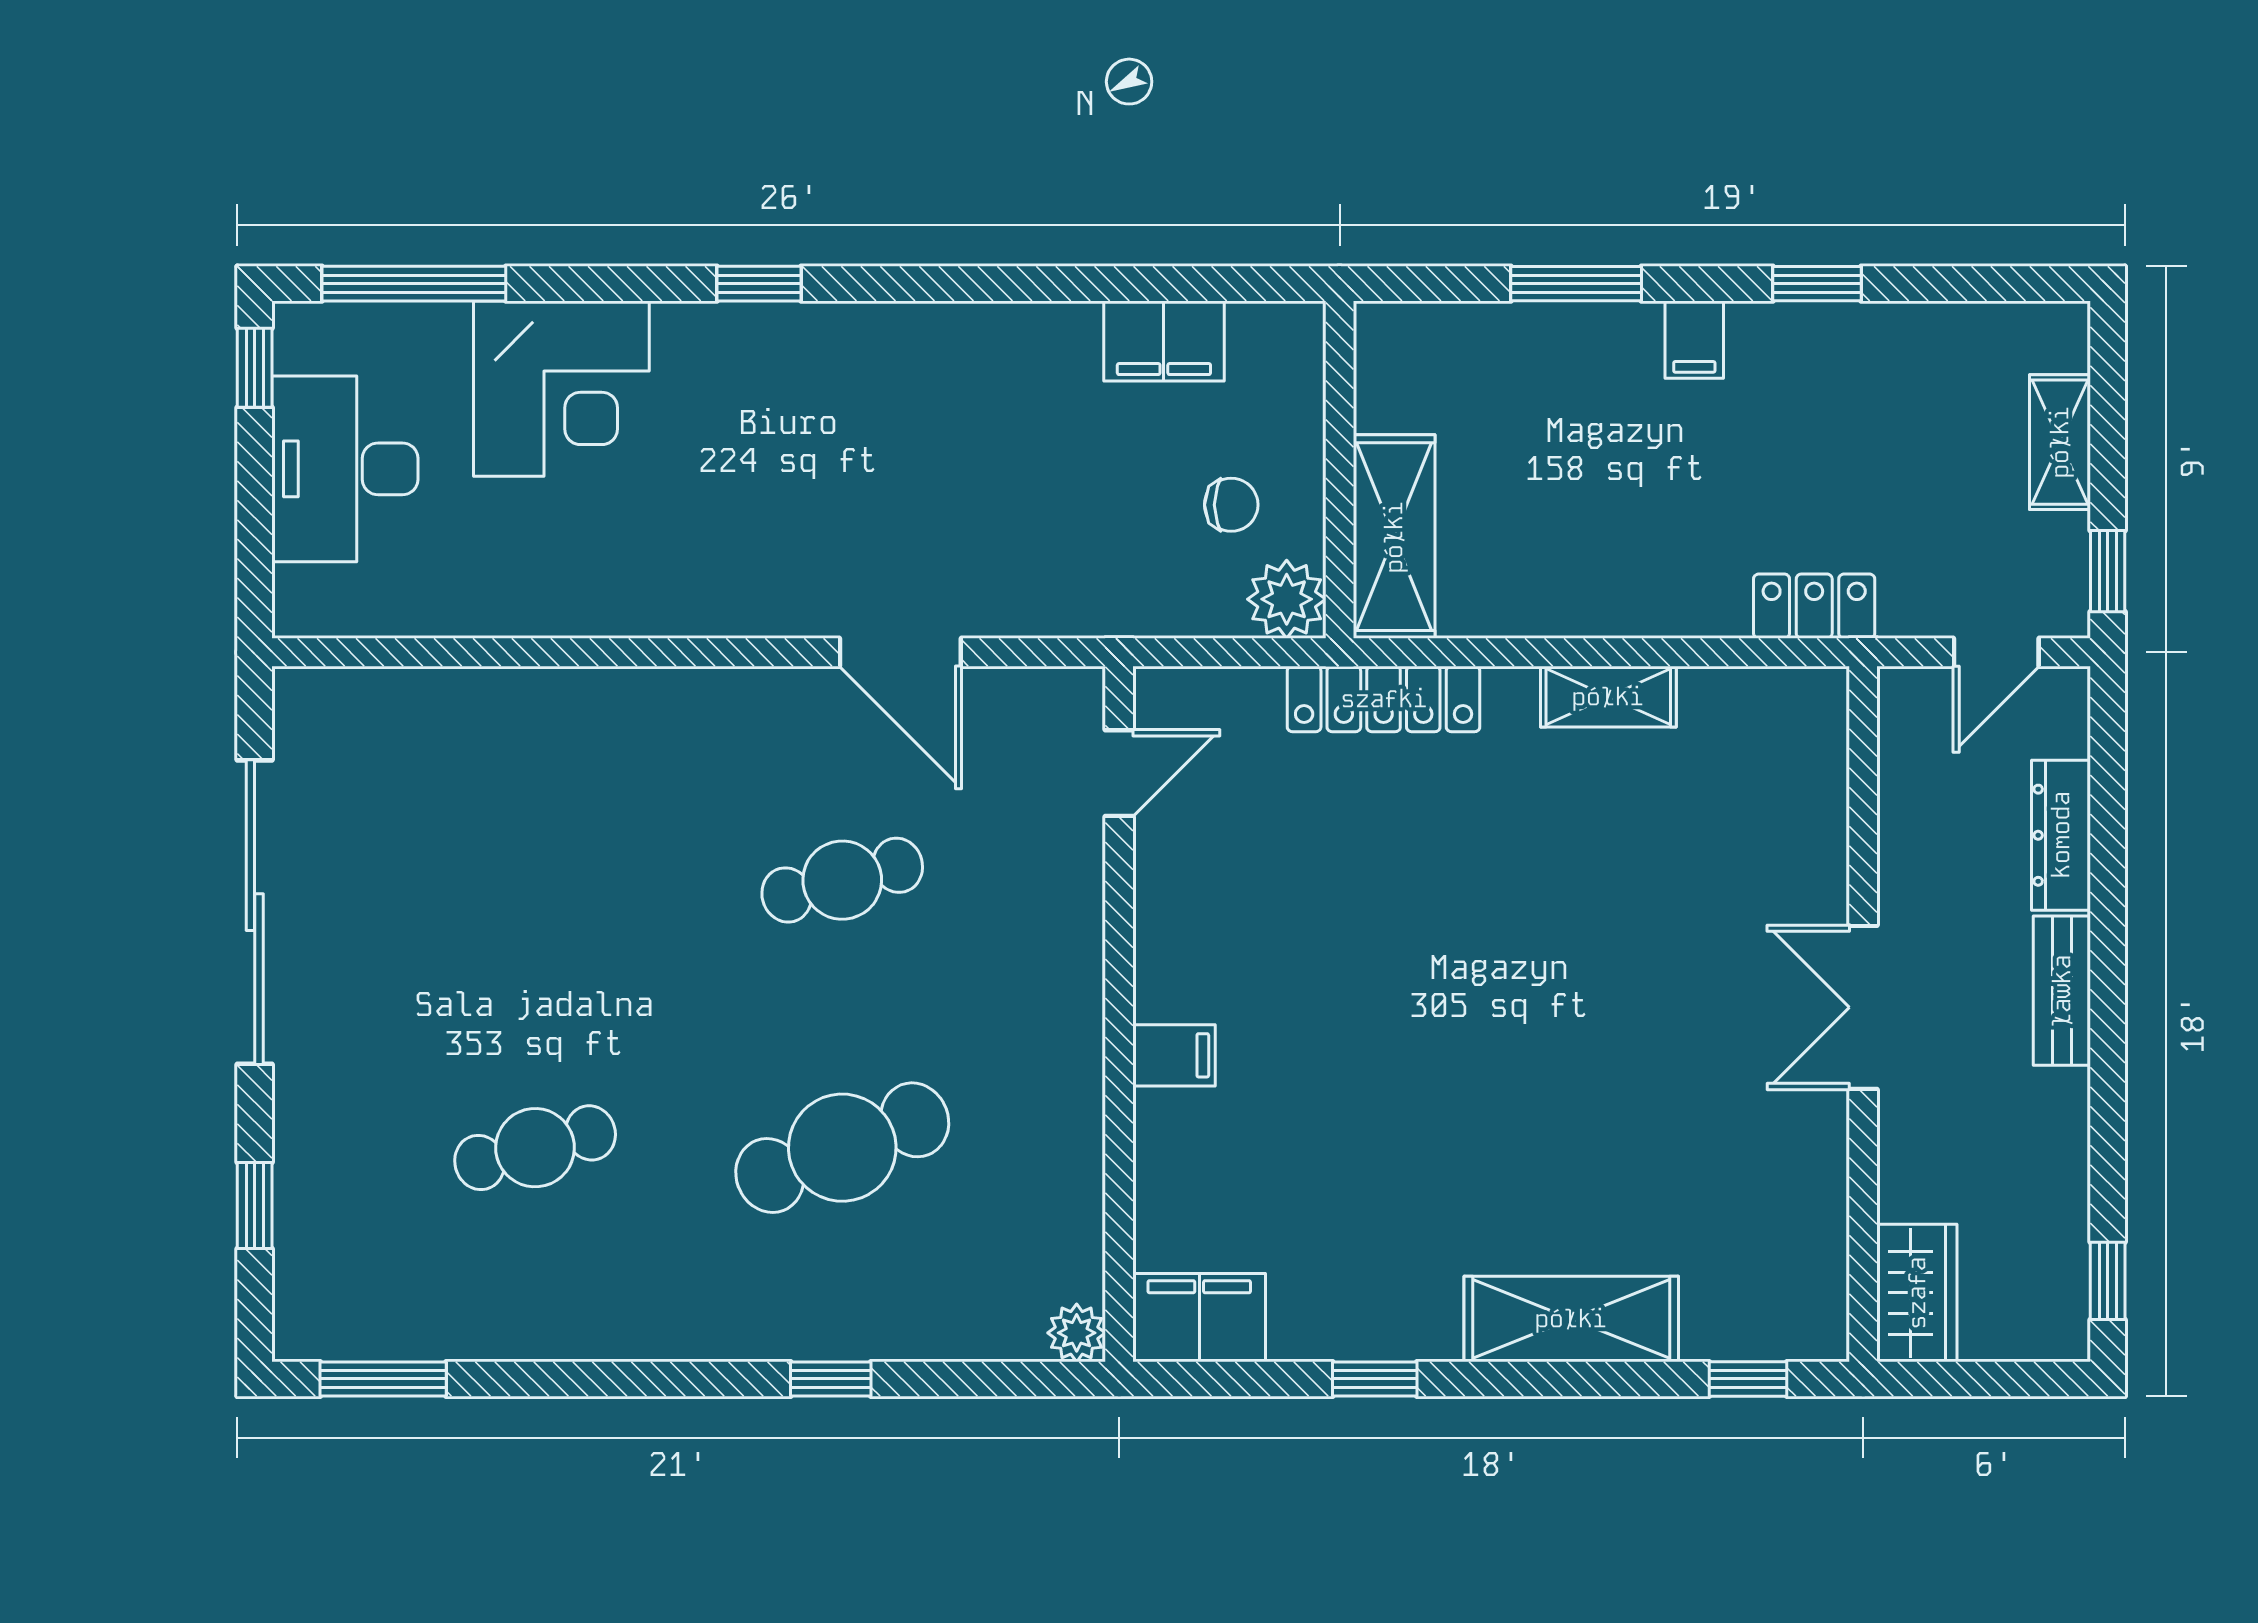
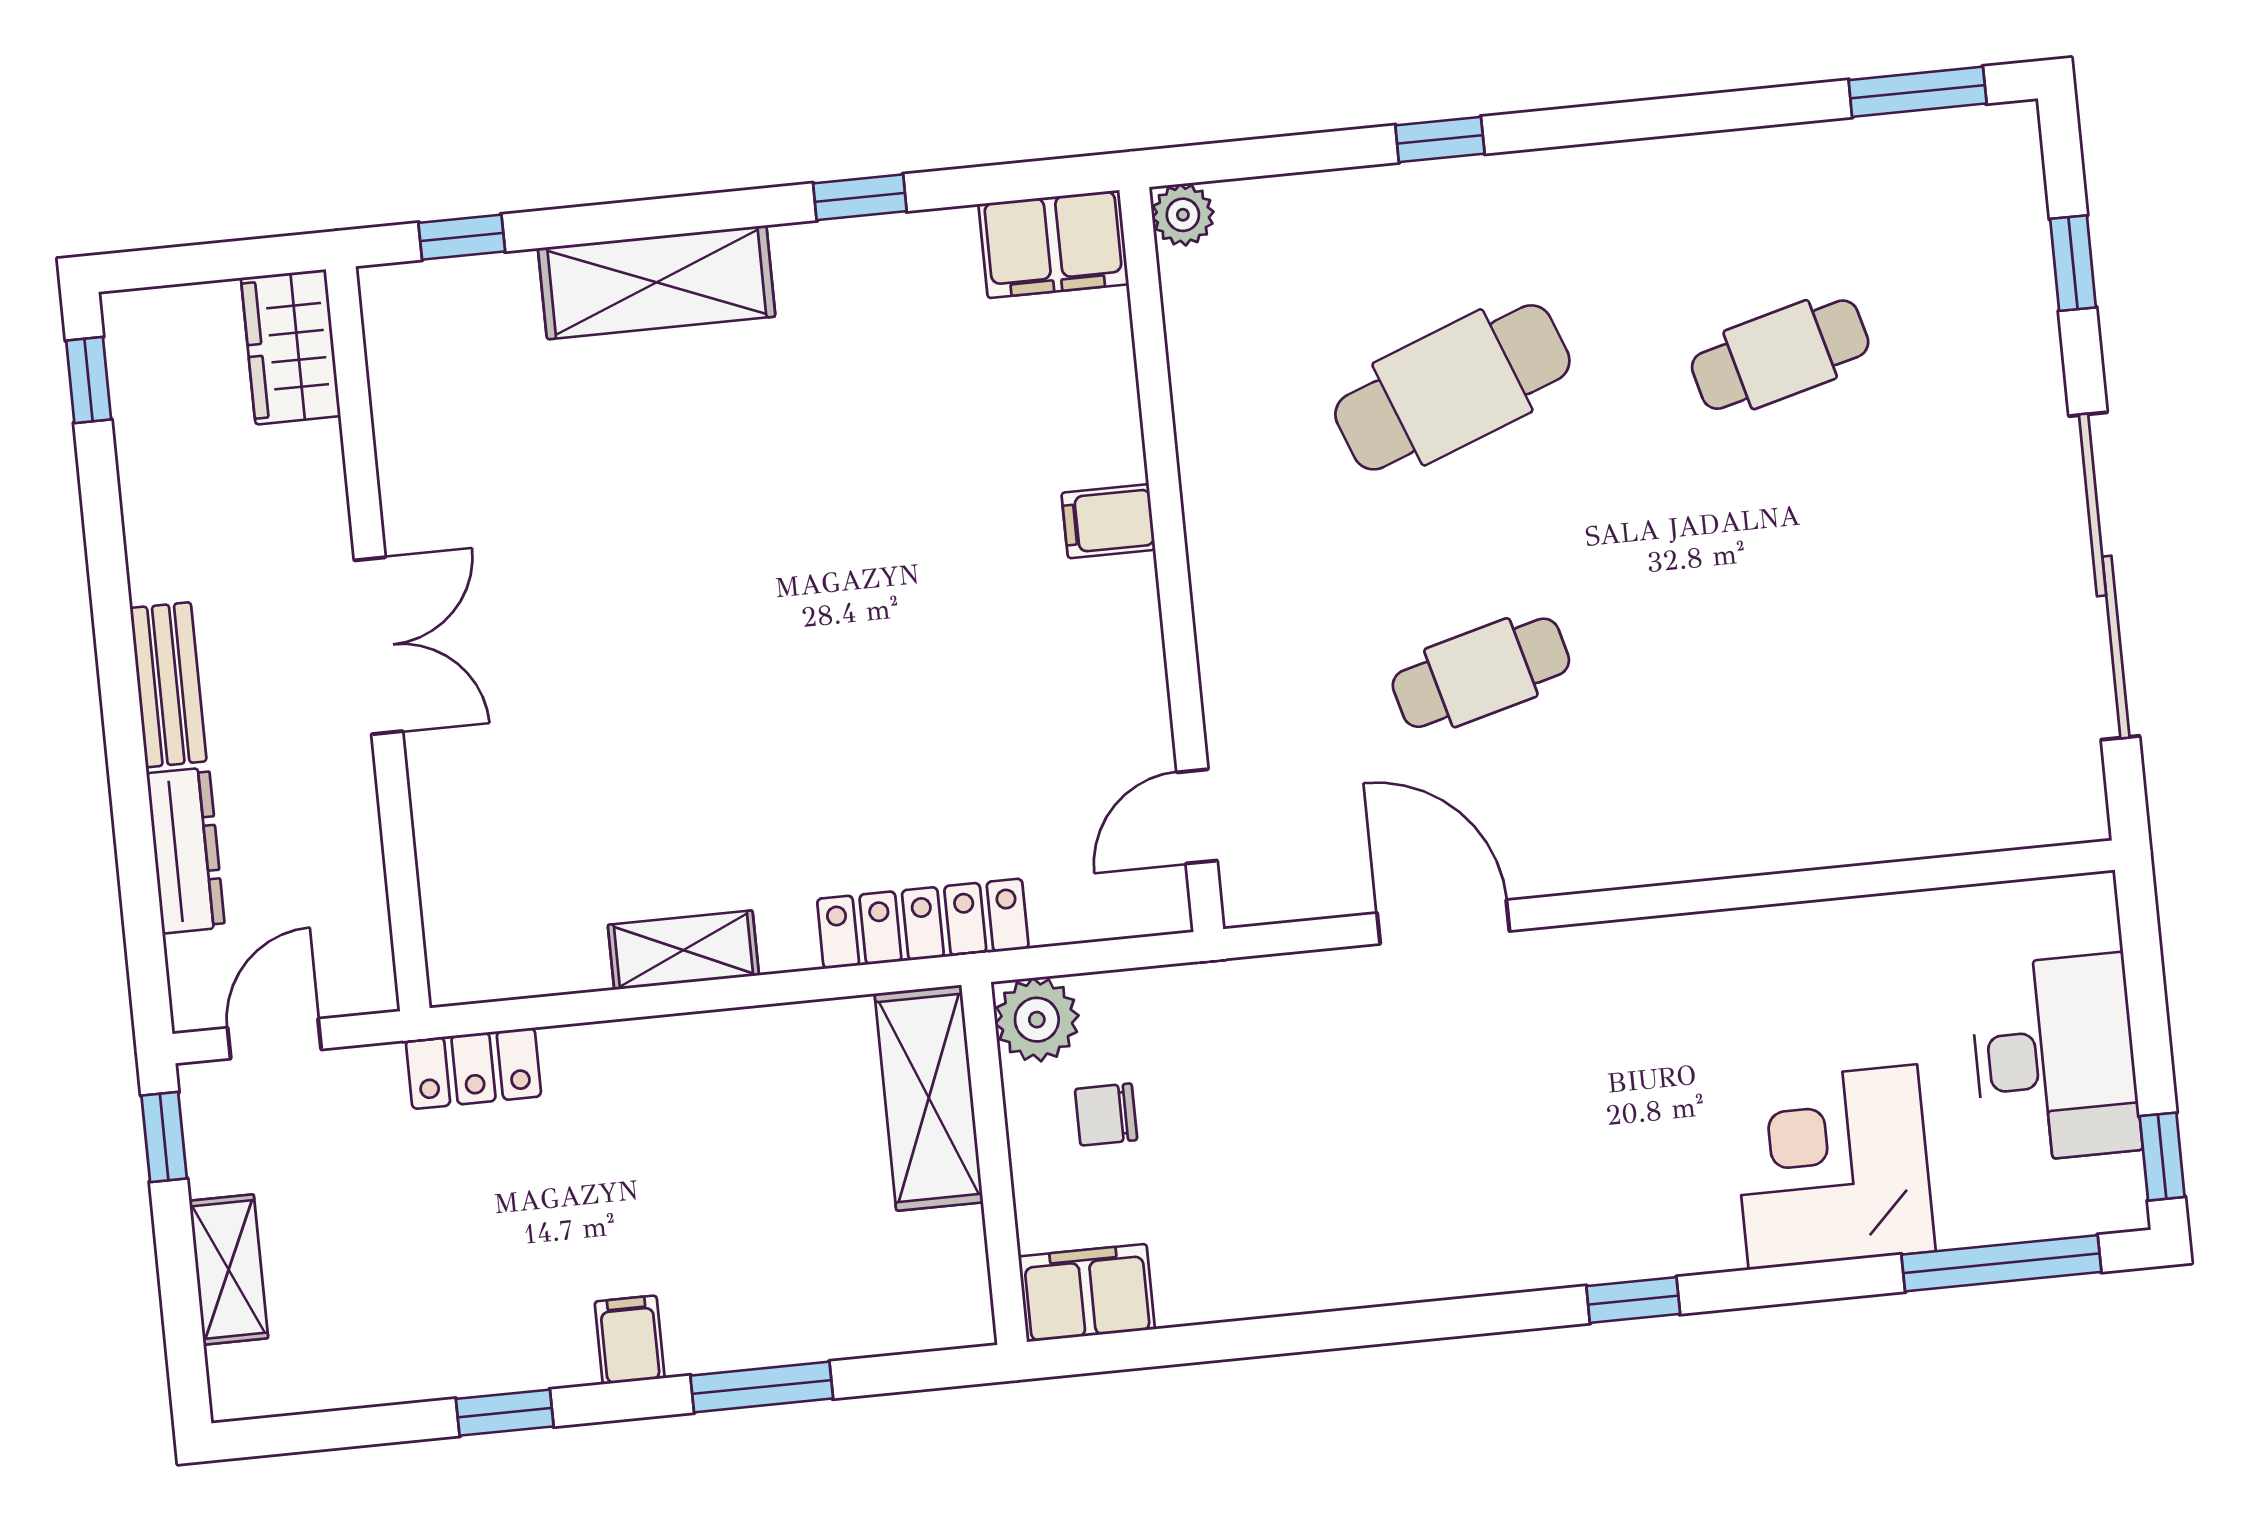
filing cabinet: (1164, 341) -> (1087, 1293), moved

